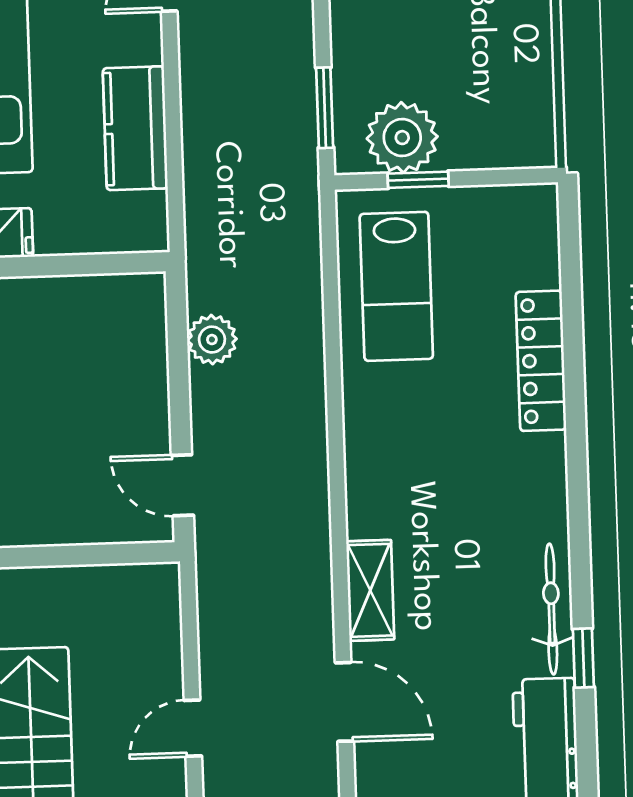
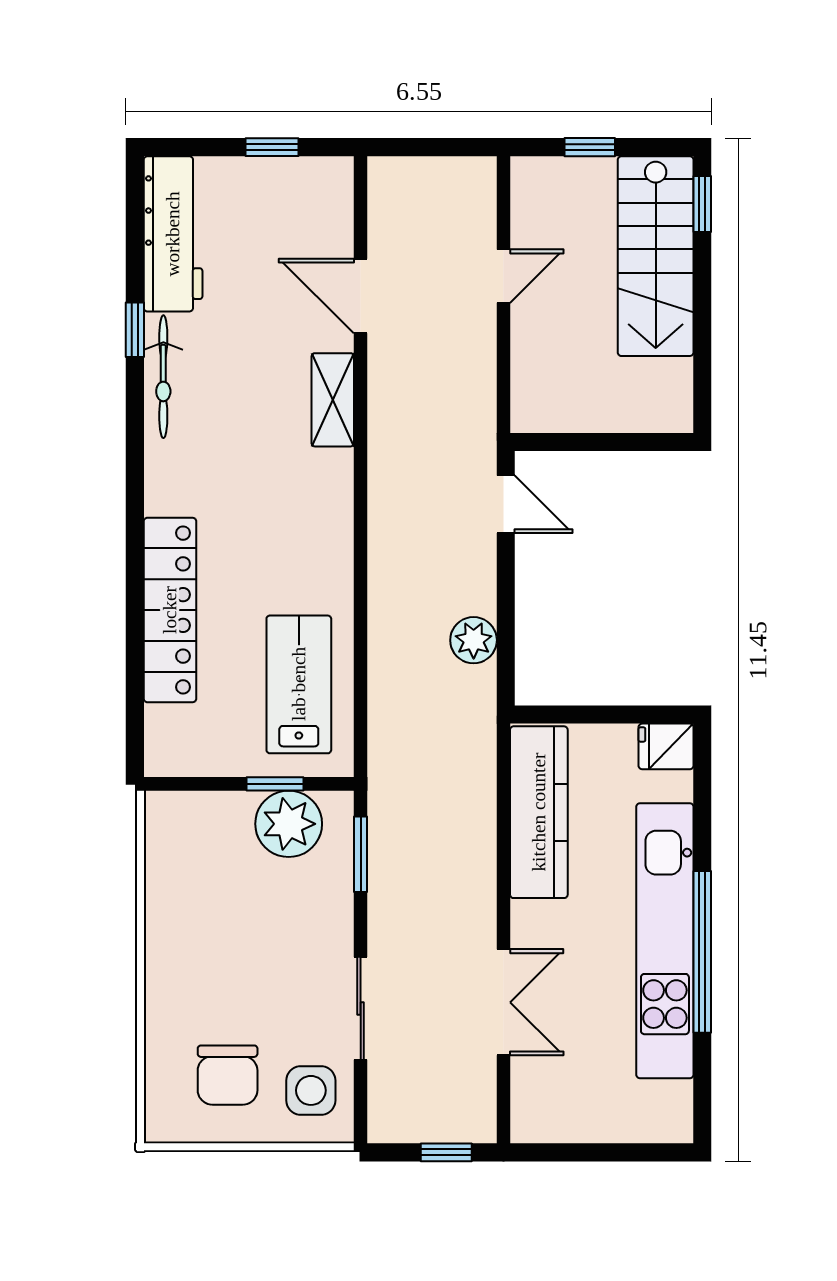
kitchen counter: (135, 128) -> (539, 812), width x1.50
locker: (541, 361) -> (170, 610), width x1.41, depth x1.21

